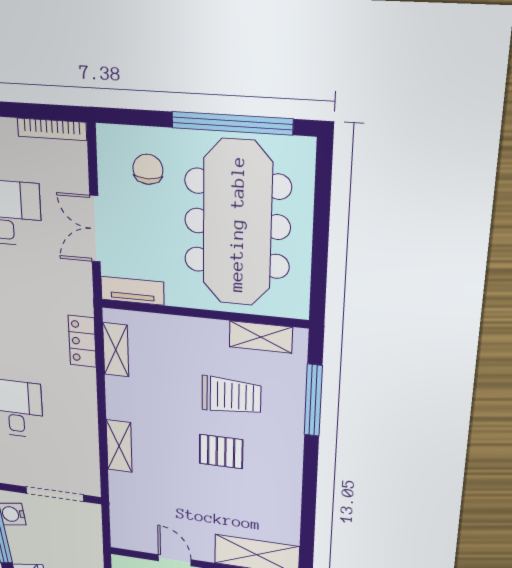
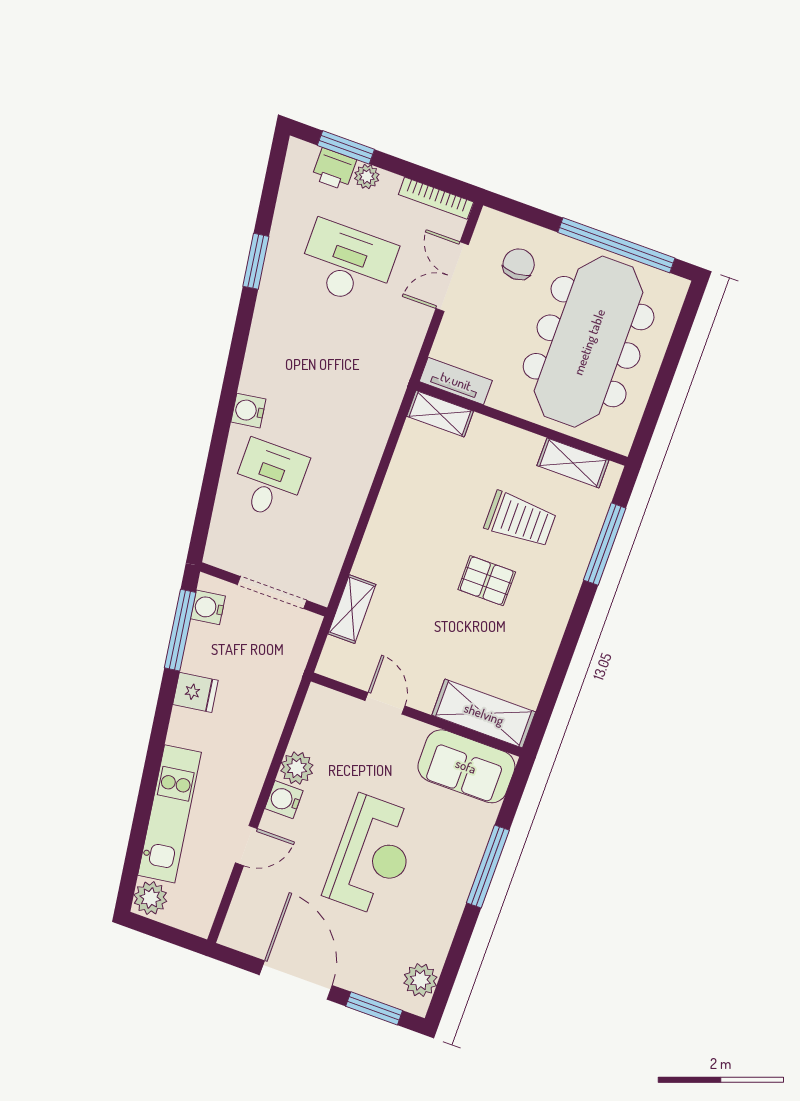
double door: (95, 229) -> (452, 277), moved
locker: (82, 341) -> (379, 421), removed
shelving: (116, 350) -> (440, 414), moved, turned 90
shelving: (119, 446) -> (352, 609), moved

